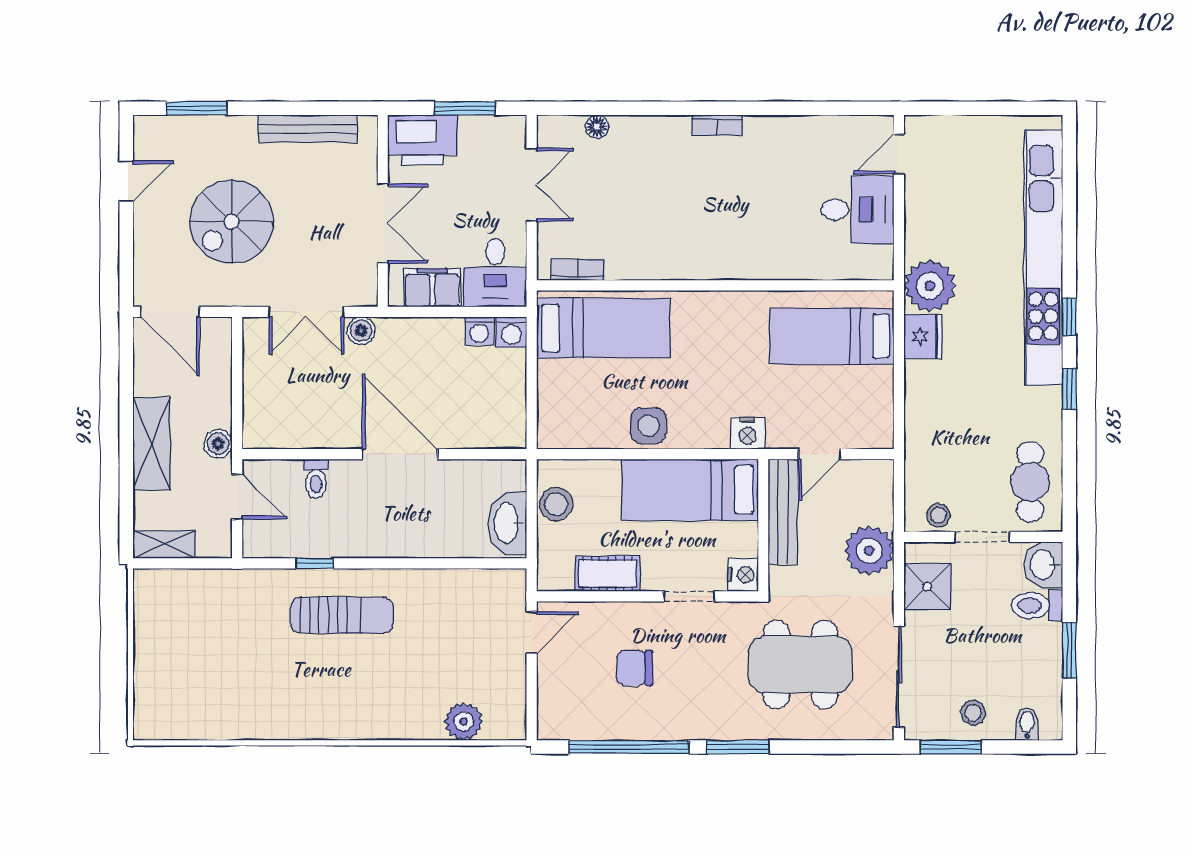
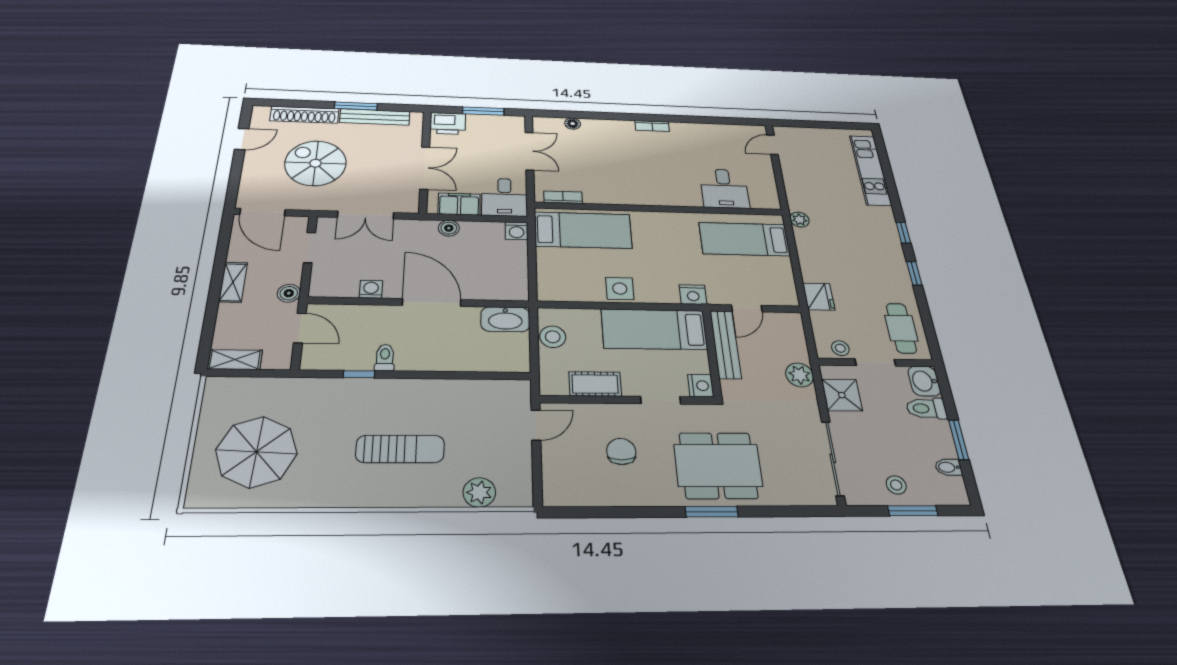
window: (197, 108) -> (356, 106), moved
shoe rack: (208, 130) -> (305, 115), added
printer: (423, 140) -> (448, 123), width x0.73, depth x0.84
desk: (858, 210) -> (724, 189), moved, turned 90
spiral stairs: (232, 222) -> (315, 163), turned 90
kitchen unit: (1043, 257) -> (870, 170), width x0.54
plant: (930, 286) -> (800, 220), width x0.53, depth x0.53
boiler: (361, 331) -> (449, 228), moved
washing machine: (479, 331) -> (371, 289), moved, turned 180
fridge: (923, 337) -> (819, 297), moved
doorway: (237, 370) -> (309, 248), added
shelving: (152, 444) -> (233, 282), width x0.67, depth x0.75
toilet: (316, 479) -> (385, 358), moved, turned 180
washbasin: (507, 523) -> (505, 319), moved, turned -90
plant: (869, 551) -> (800, 375), width x0.73, depth x0.73
sun lounger: (342, 615) -> (400, 449), moved
dining table: (800, 664) -> (718, 465), moved
chair: (635, 668) -> (621, 451), turned 90
parasol: (205, 670) -> (256, 452), added
bidet: (1027, 724) -> (948, 467), moved, turned -90
window: (629, 747) -> (621, 512), removed
window: (951, 747) -> (913, 511), moved

